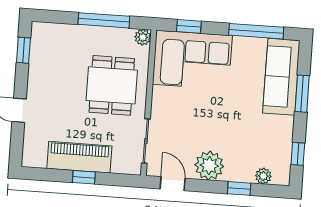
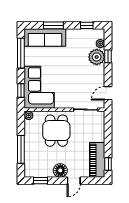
window: (104, 20) -> (21, 149), moved
dining table: (112, 85) -> (56, 131), turned 90
floor lamp: (39, 87) -> (60, 170), added
piano: (79, 157) -> (97, 160), moved
plant: (209, 166) -> (97, 57), moved
window: (84, 177) -> (108, 164), moved

